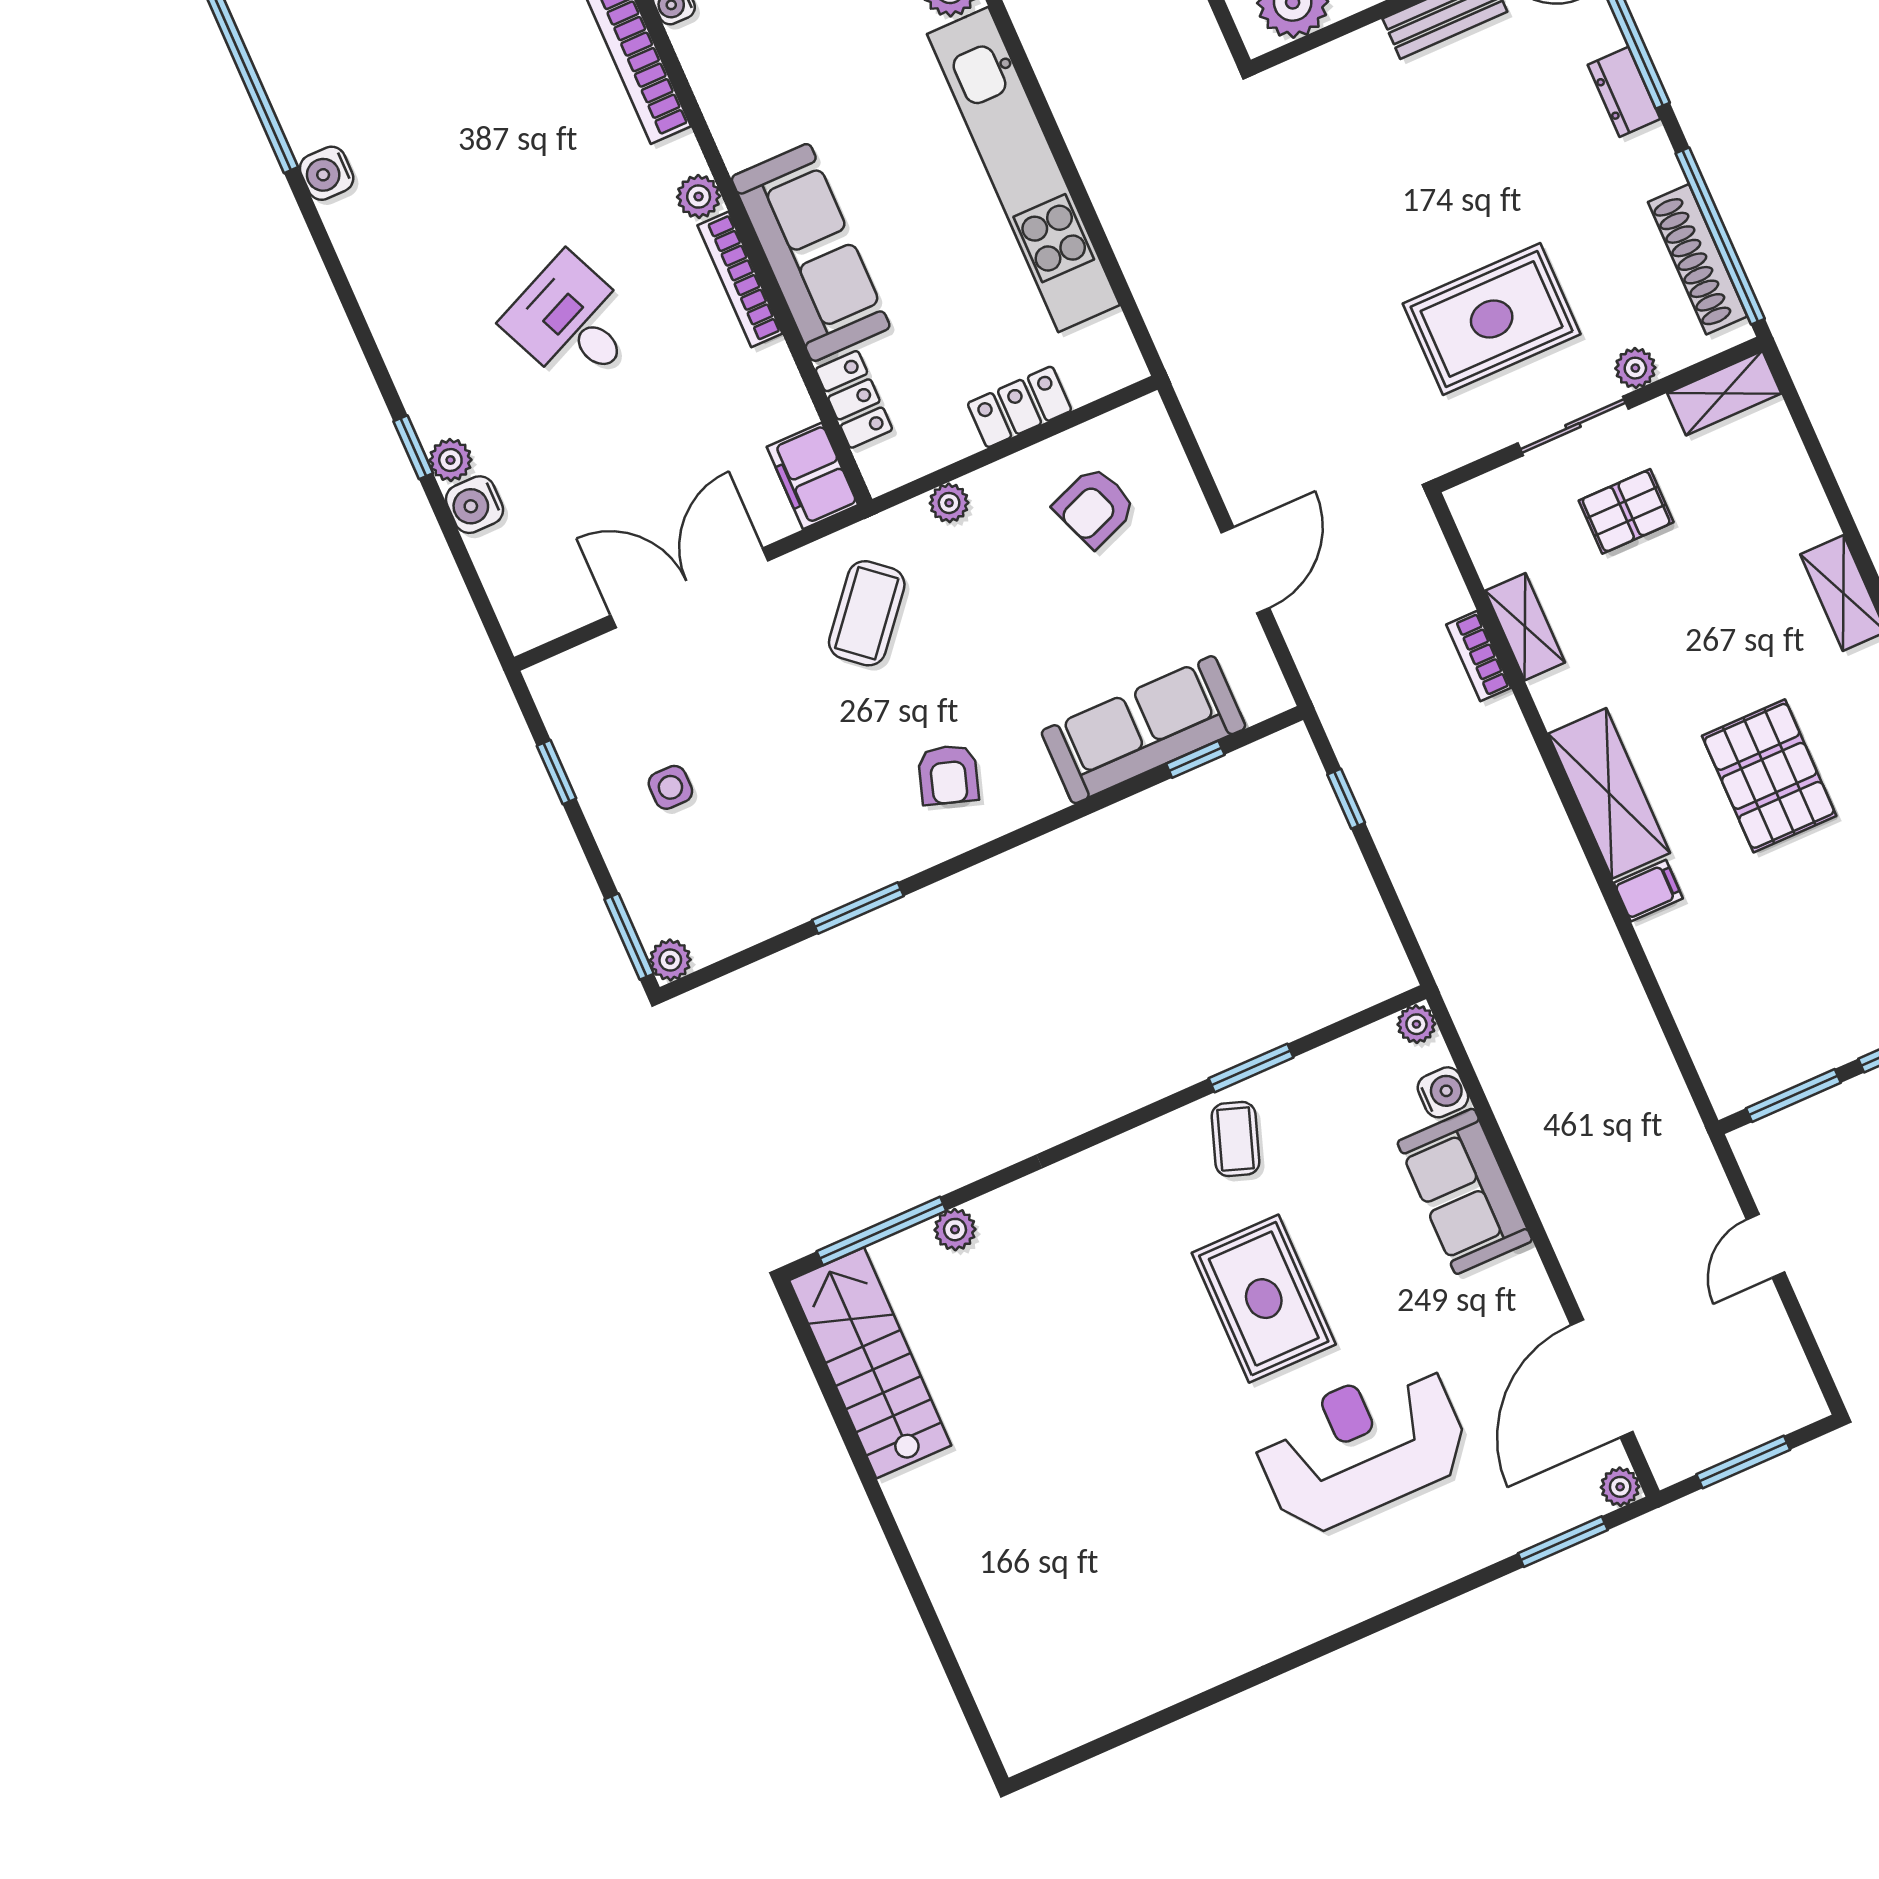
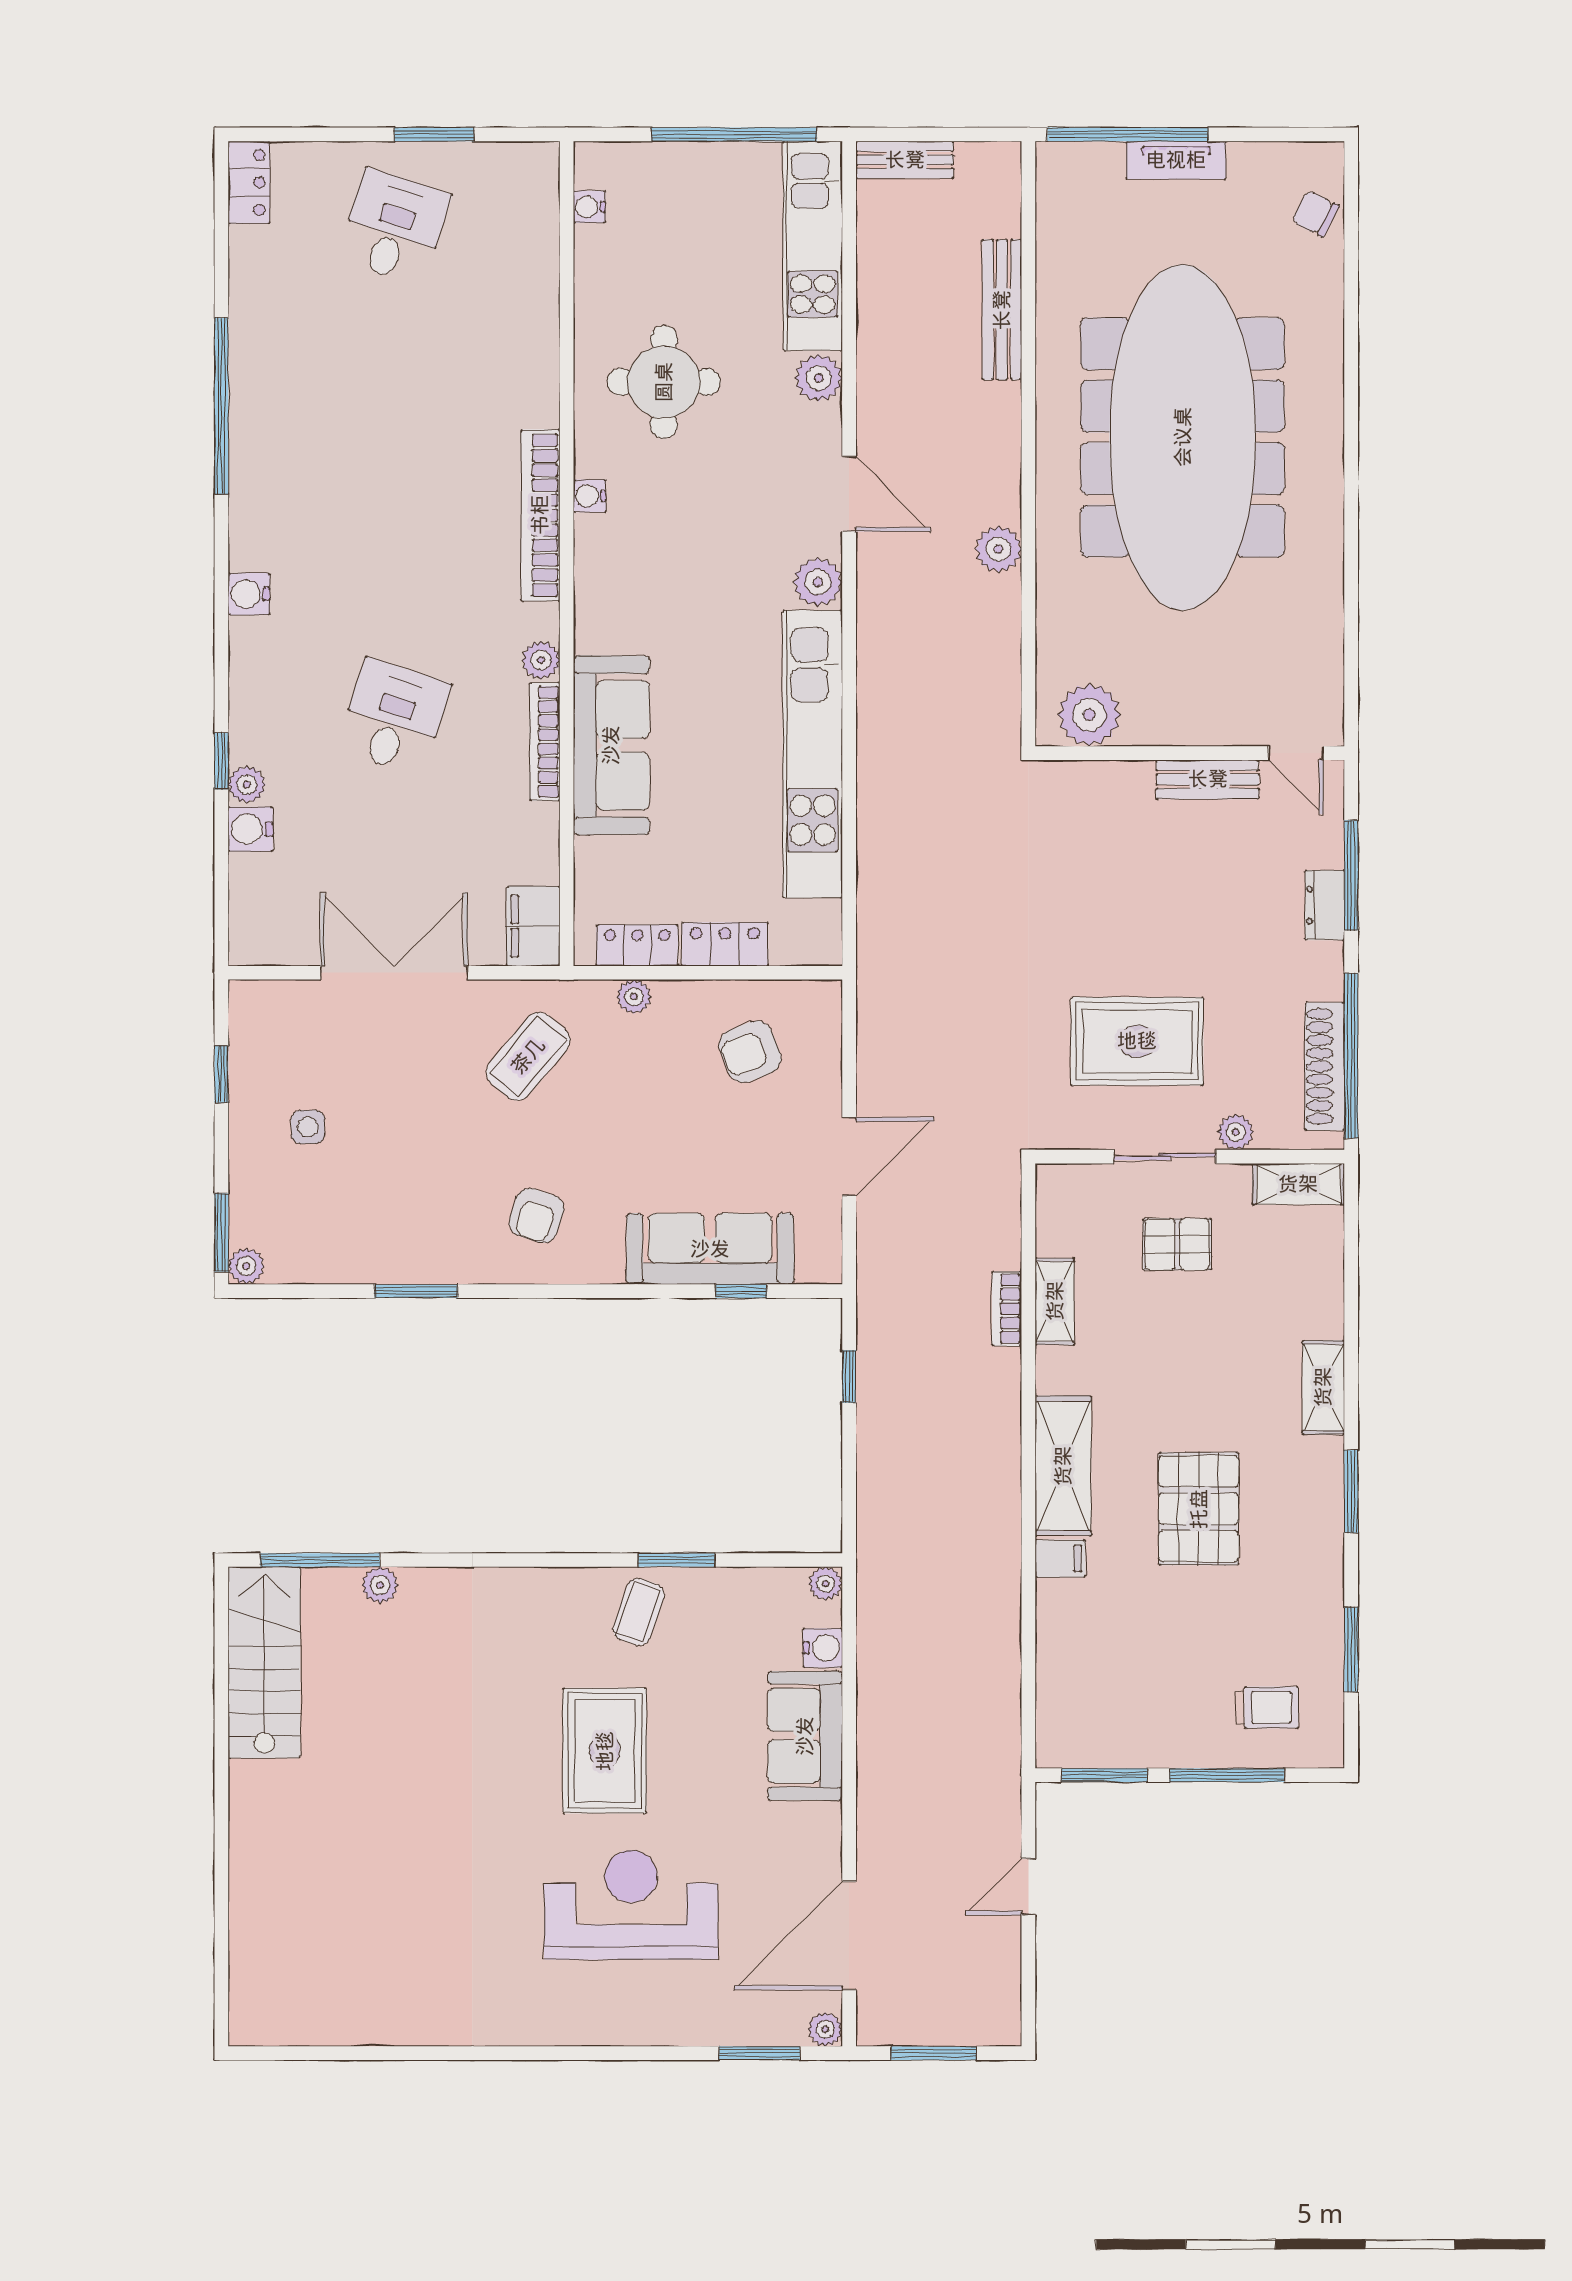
water cooler: (327, 173) -> (249, 594), moved
desk: (572, 322) -> (394, 717), turned 42
locker: (854, 399) -> (637, 945), moved, turned -90

